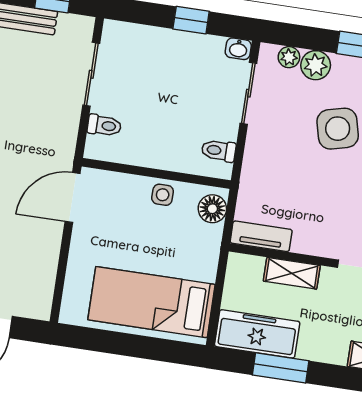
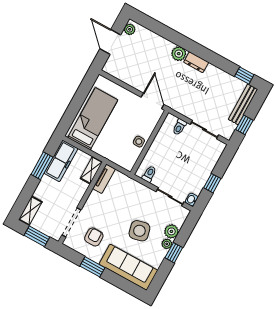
plant: (289, 57) -> (167, 244), moved
floor lamp: (212, 209) -> (124, 162), removed
shelving: (292, 273) -> (91, 170), moved

